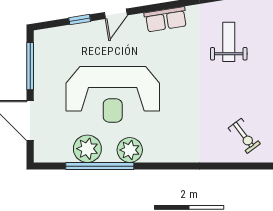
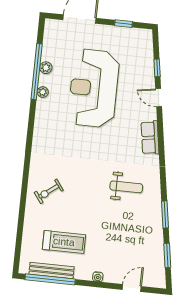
window: (30, 66) -> (124, 24), width x0.46
plant: (87, 149) -> (46, 68), width x0.53, depth x0.53
plant: (130, 150) -> (43, 92), width x0.53, depth x0.53

